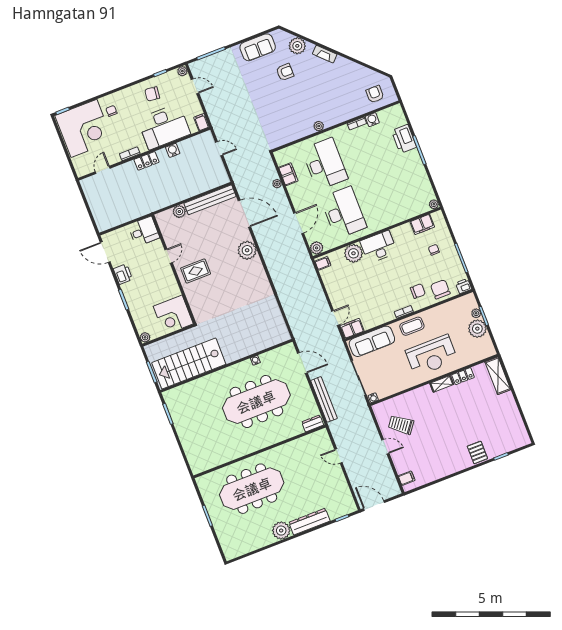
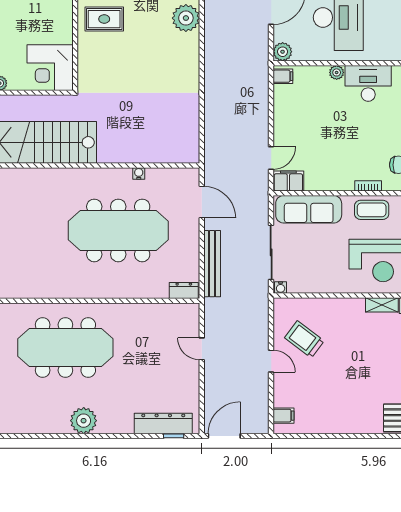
plant: (353, 253) -> (337, 72), width x0.53, depth x0.53
door: (374, 506) -> (224, 436), hinge flipped
dresser: (309, 522) -> (163, 423), moved

